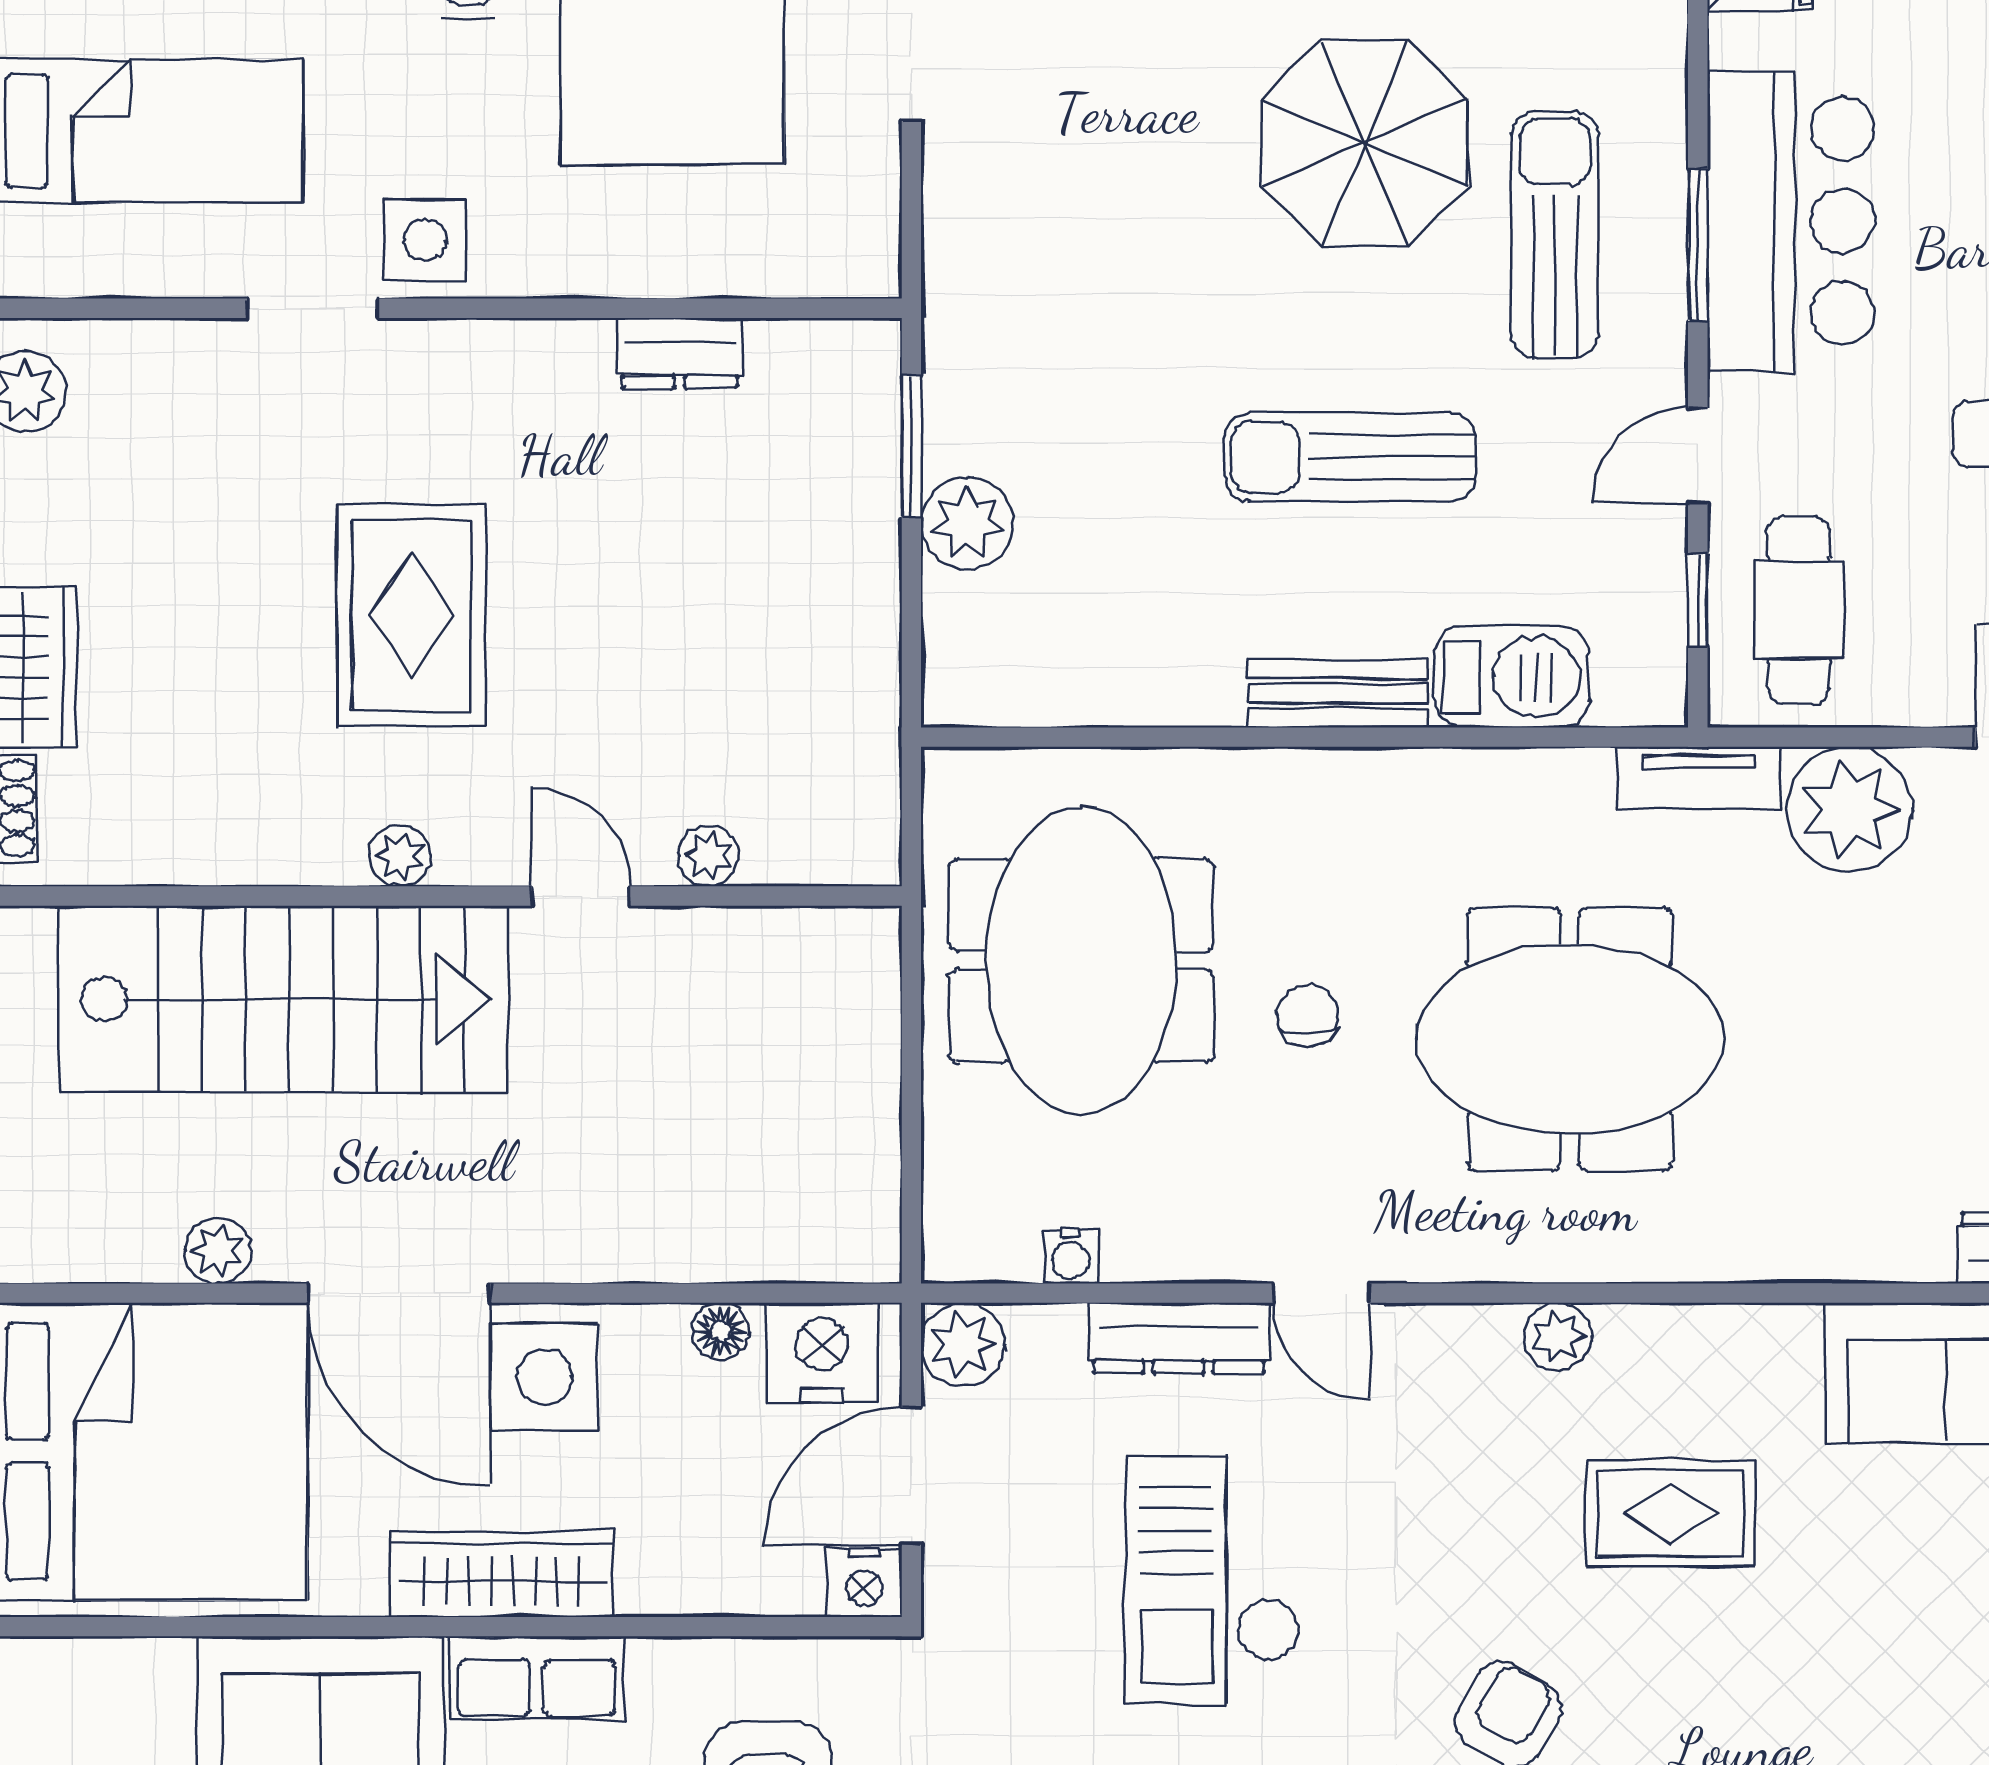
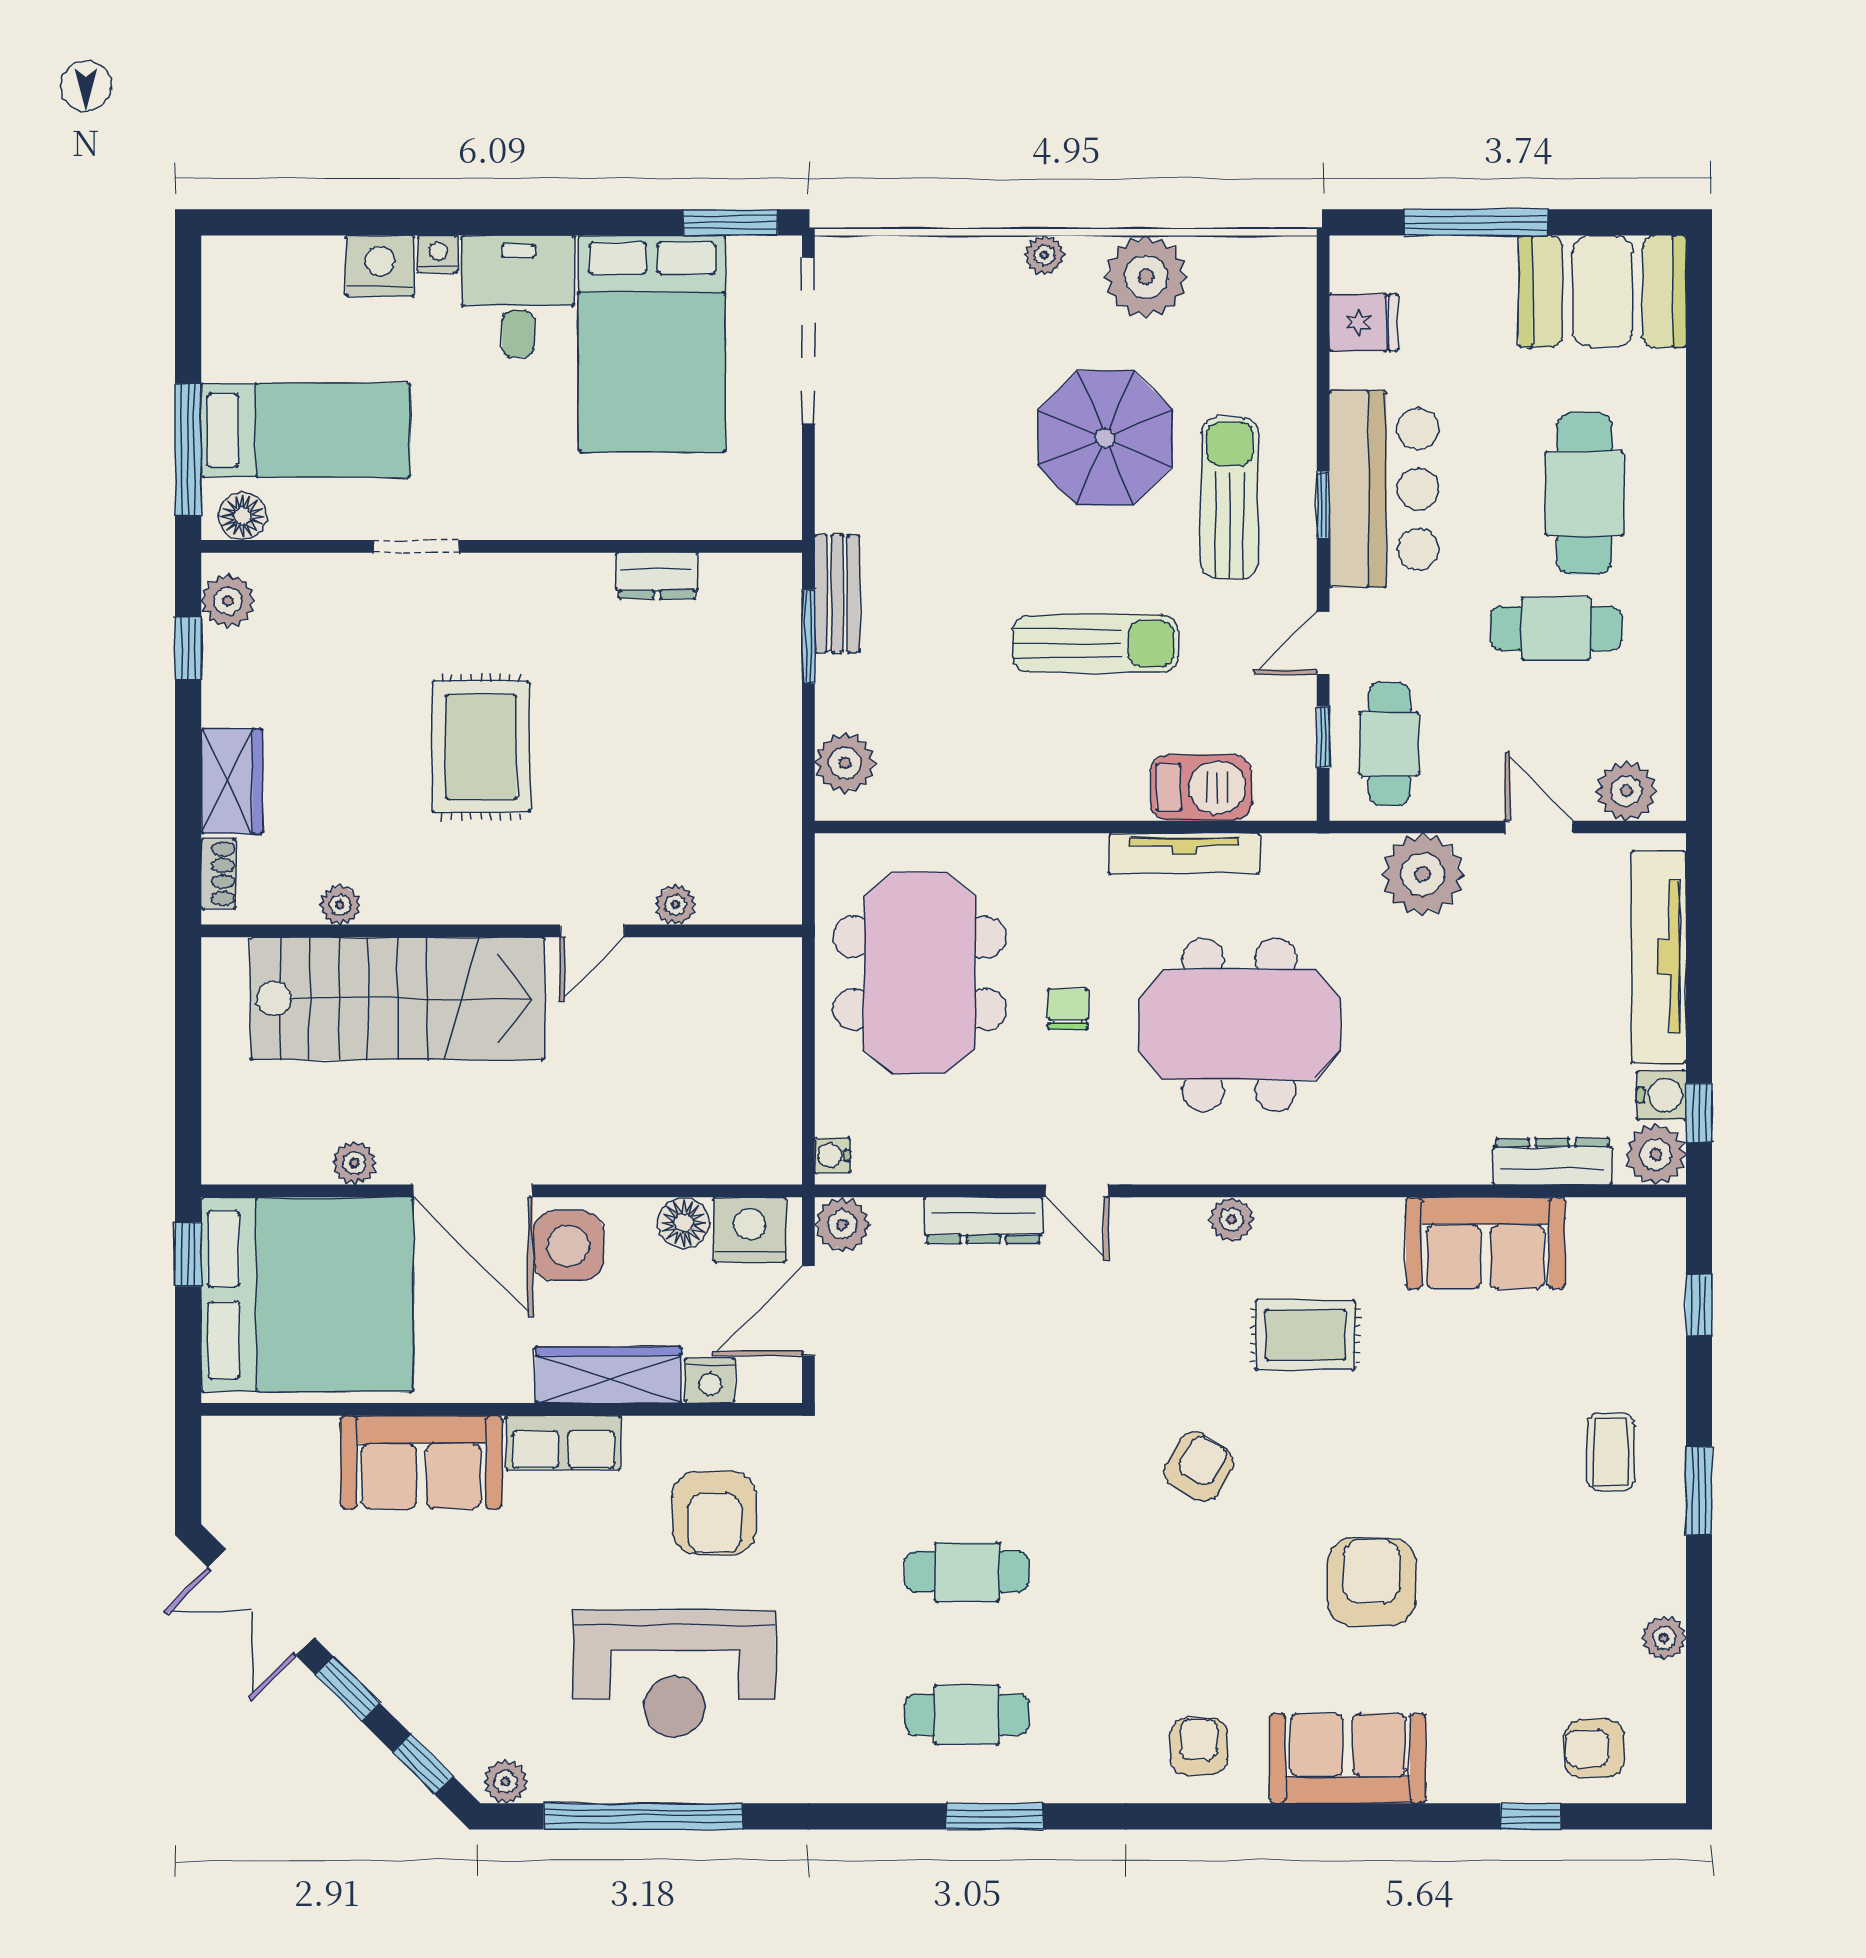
side table: (425, 240) -> (490, 502), removed
window: (1698, 245) -> (1323, 505), width x0.67
floor lamp: (47, 262) -> (243, 516), added
sun lounger: (1350, 457) -> (1096, 644), turned 180
plant: (967, 523) -> (845, 763), moved
bench: (1337, 693) -> (837, 594), moved, turned 90
tv unit: (1699, 778) -> (1184, 854), moved, width x1.41
plant: (400, 856) -> (340, 905), moved
door: (581, 896) -> (592, 931), swing flipped
water cooler: (1070, 1256) -> (832, 1155), moved, turned 90
floor lamp: (721, 1331) -> (684, 1223), width x1.37, depth x1.37
wardrobe: (502, 1574) -> (608, 1375), moved
checkout: (1212, 1580) -> (1005, 1379), removed
nightstand: (864, 1583) -> (710, 1380), moved

